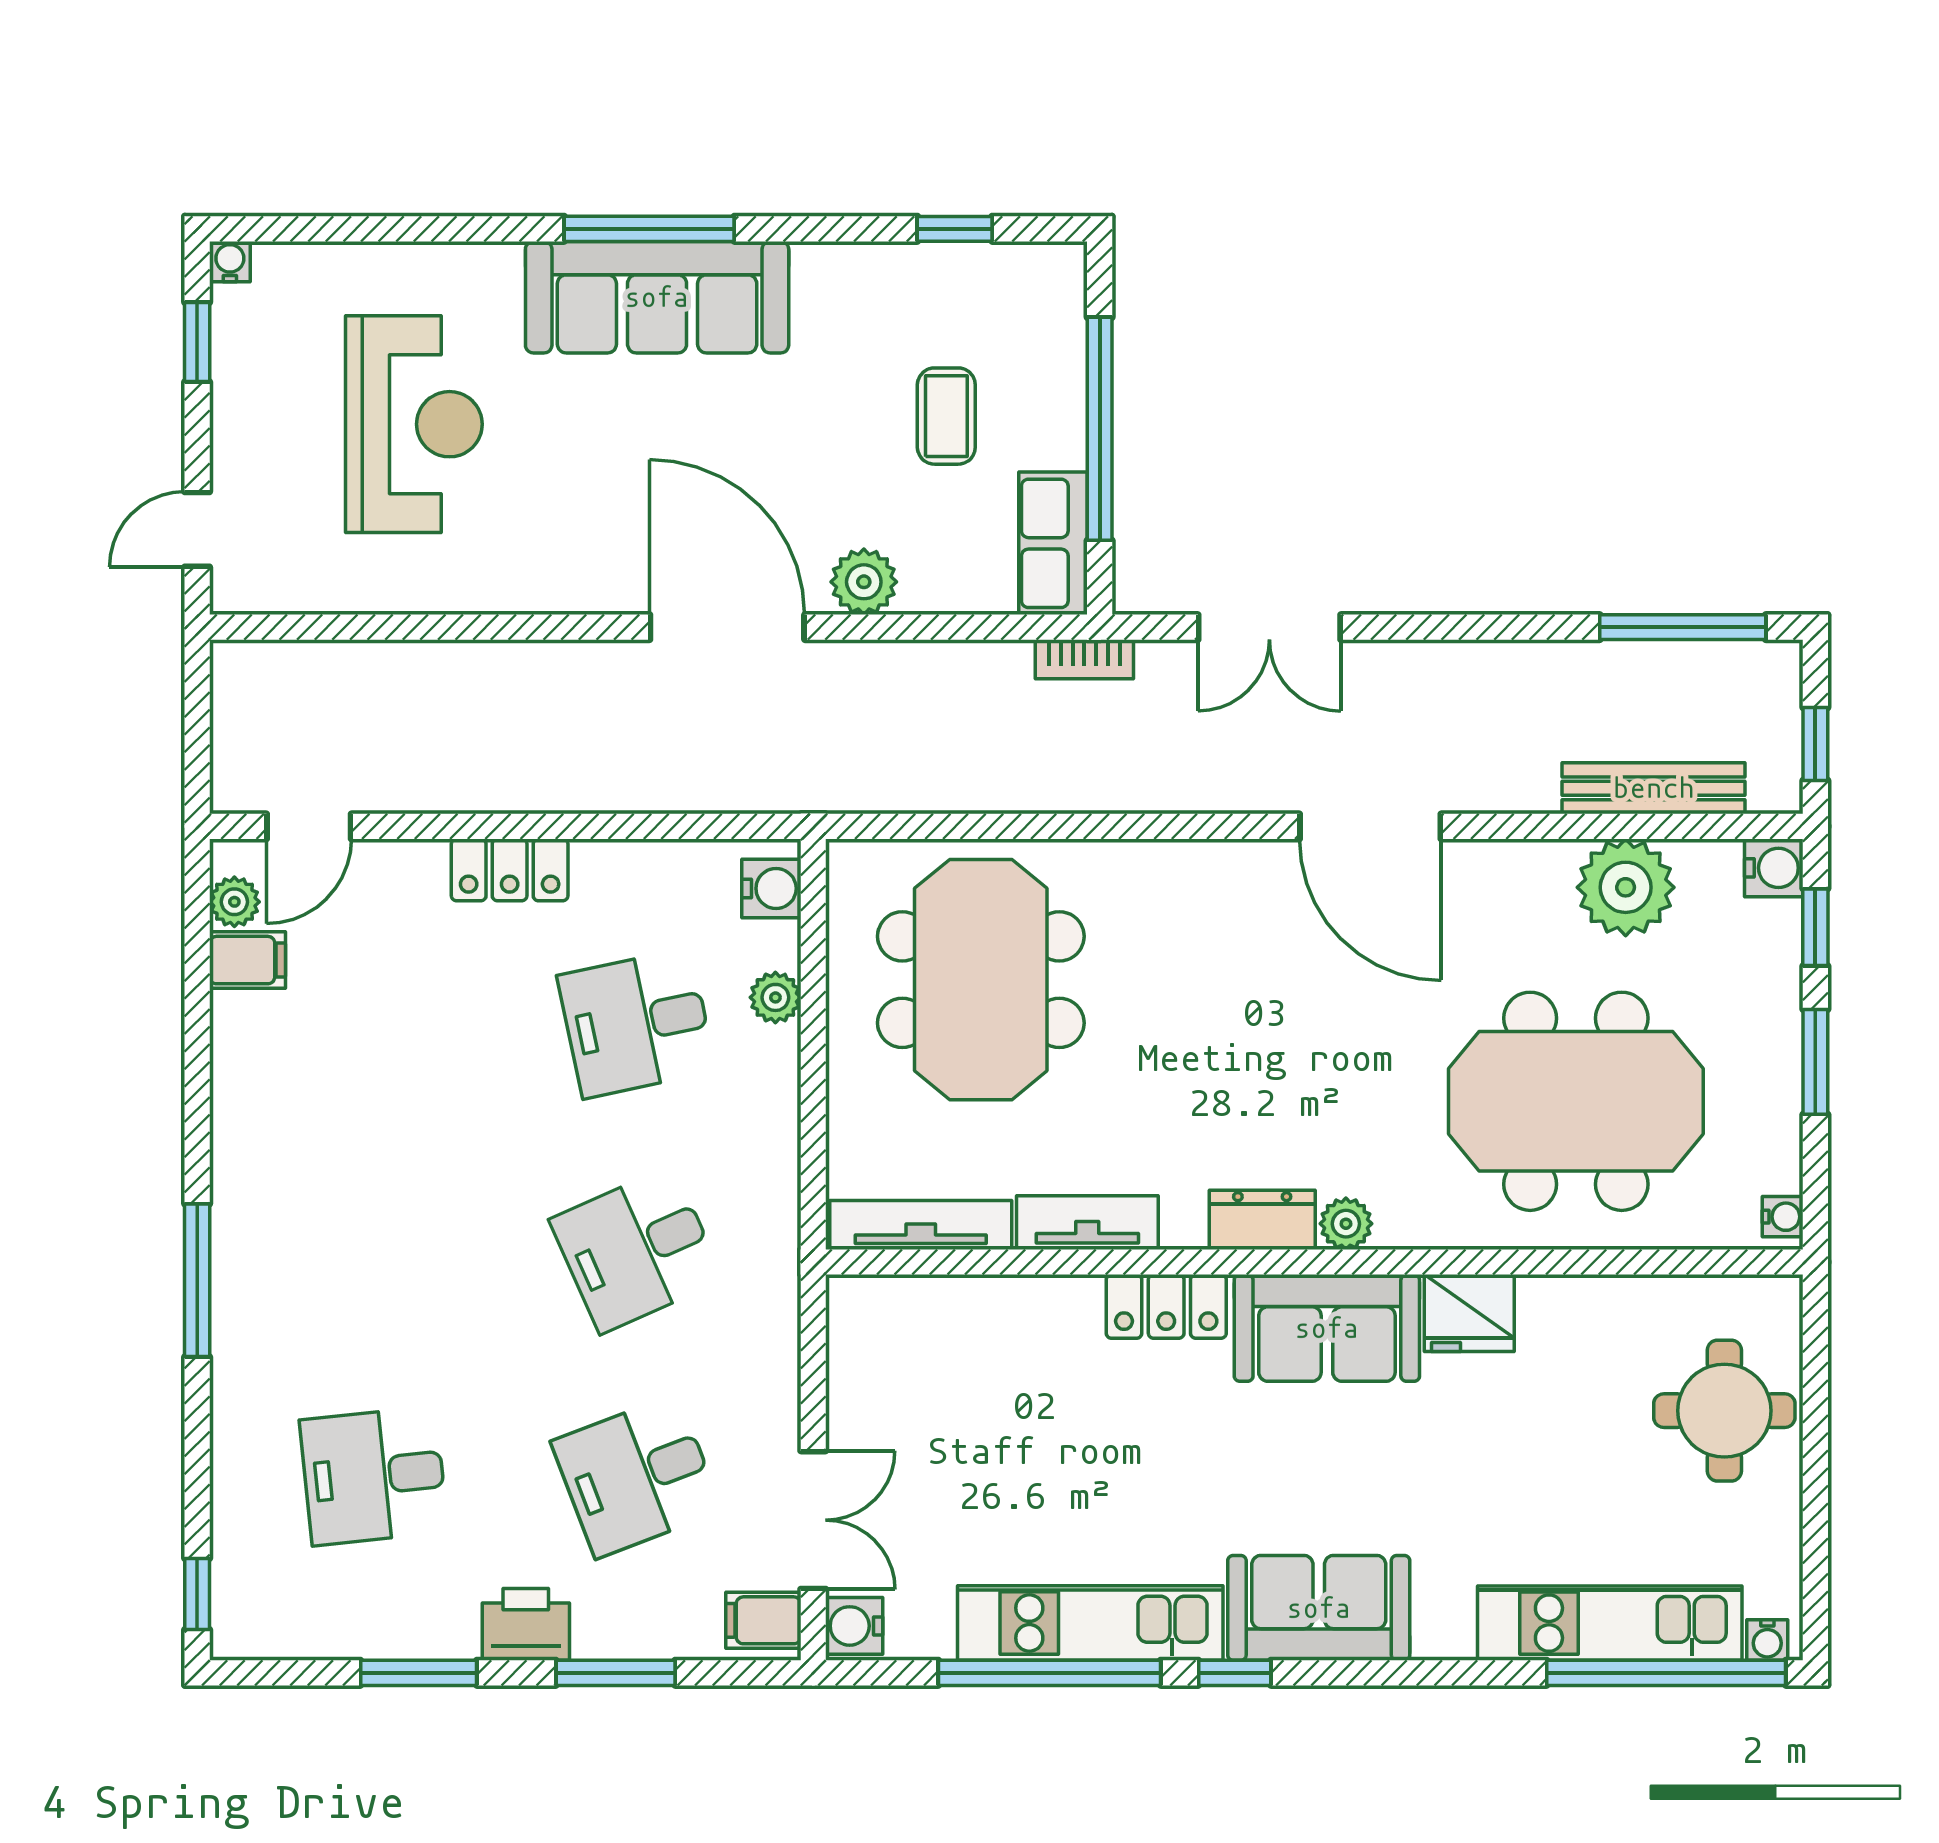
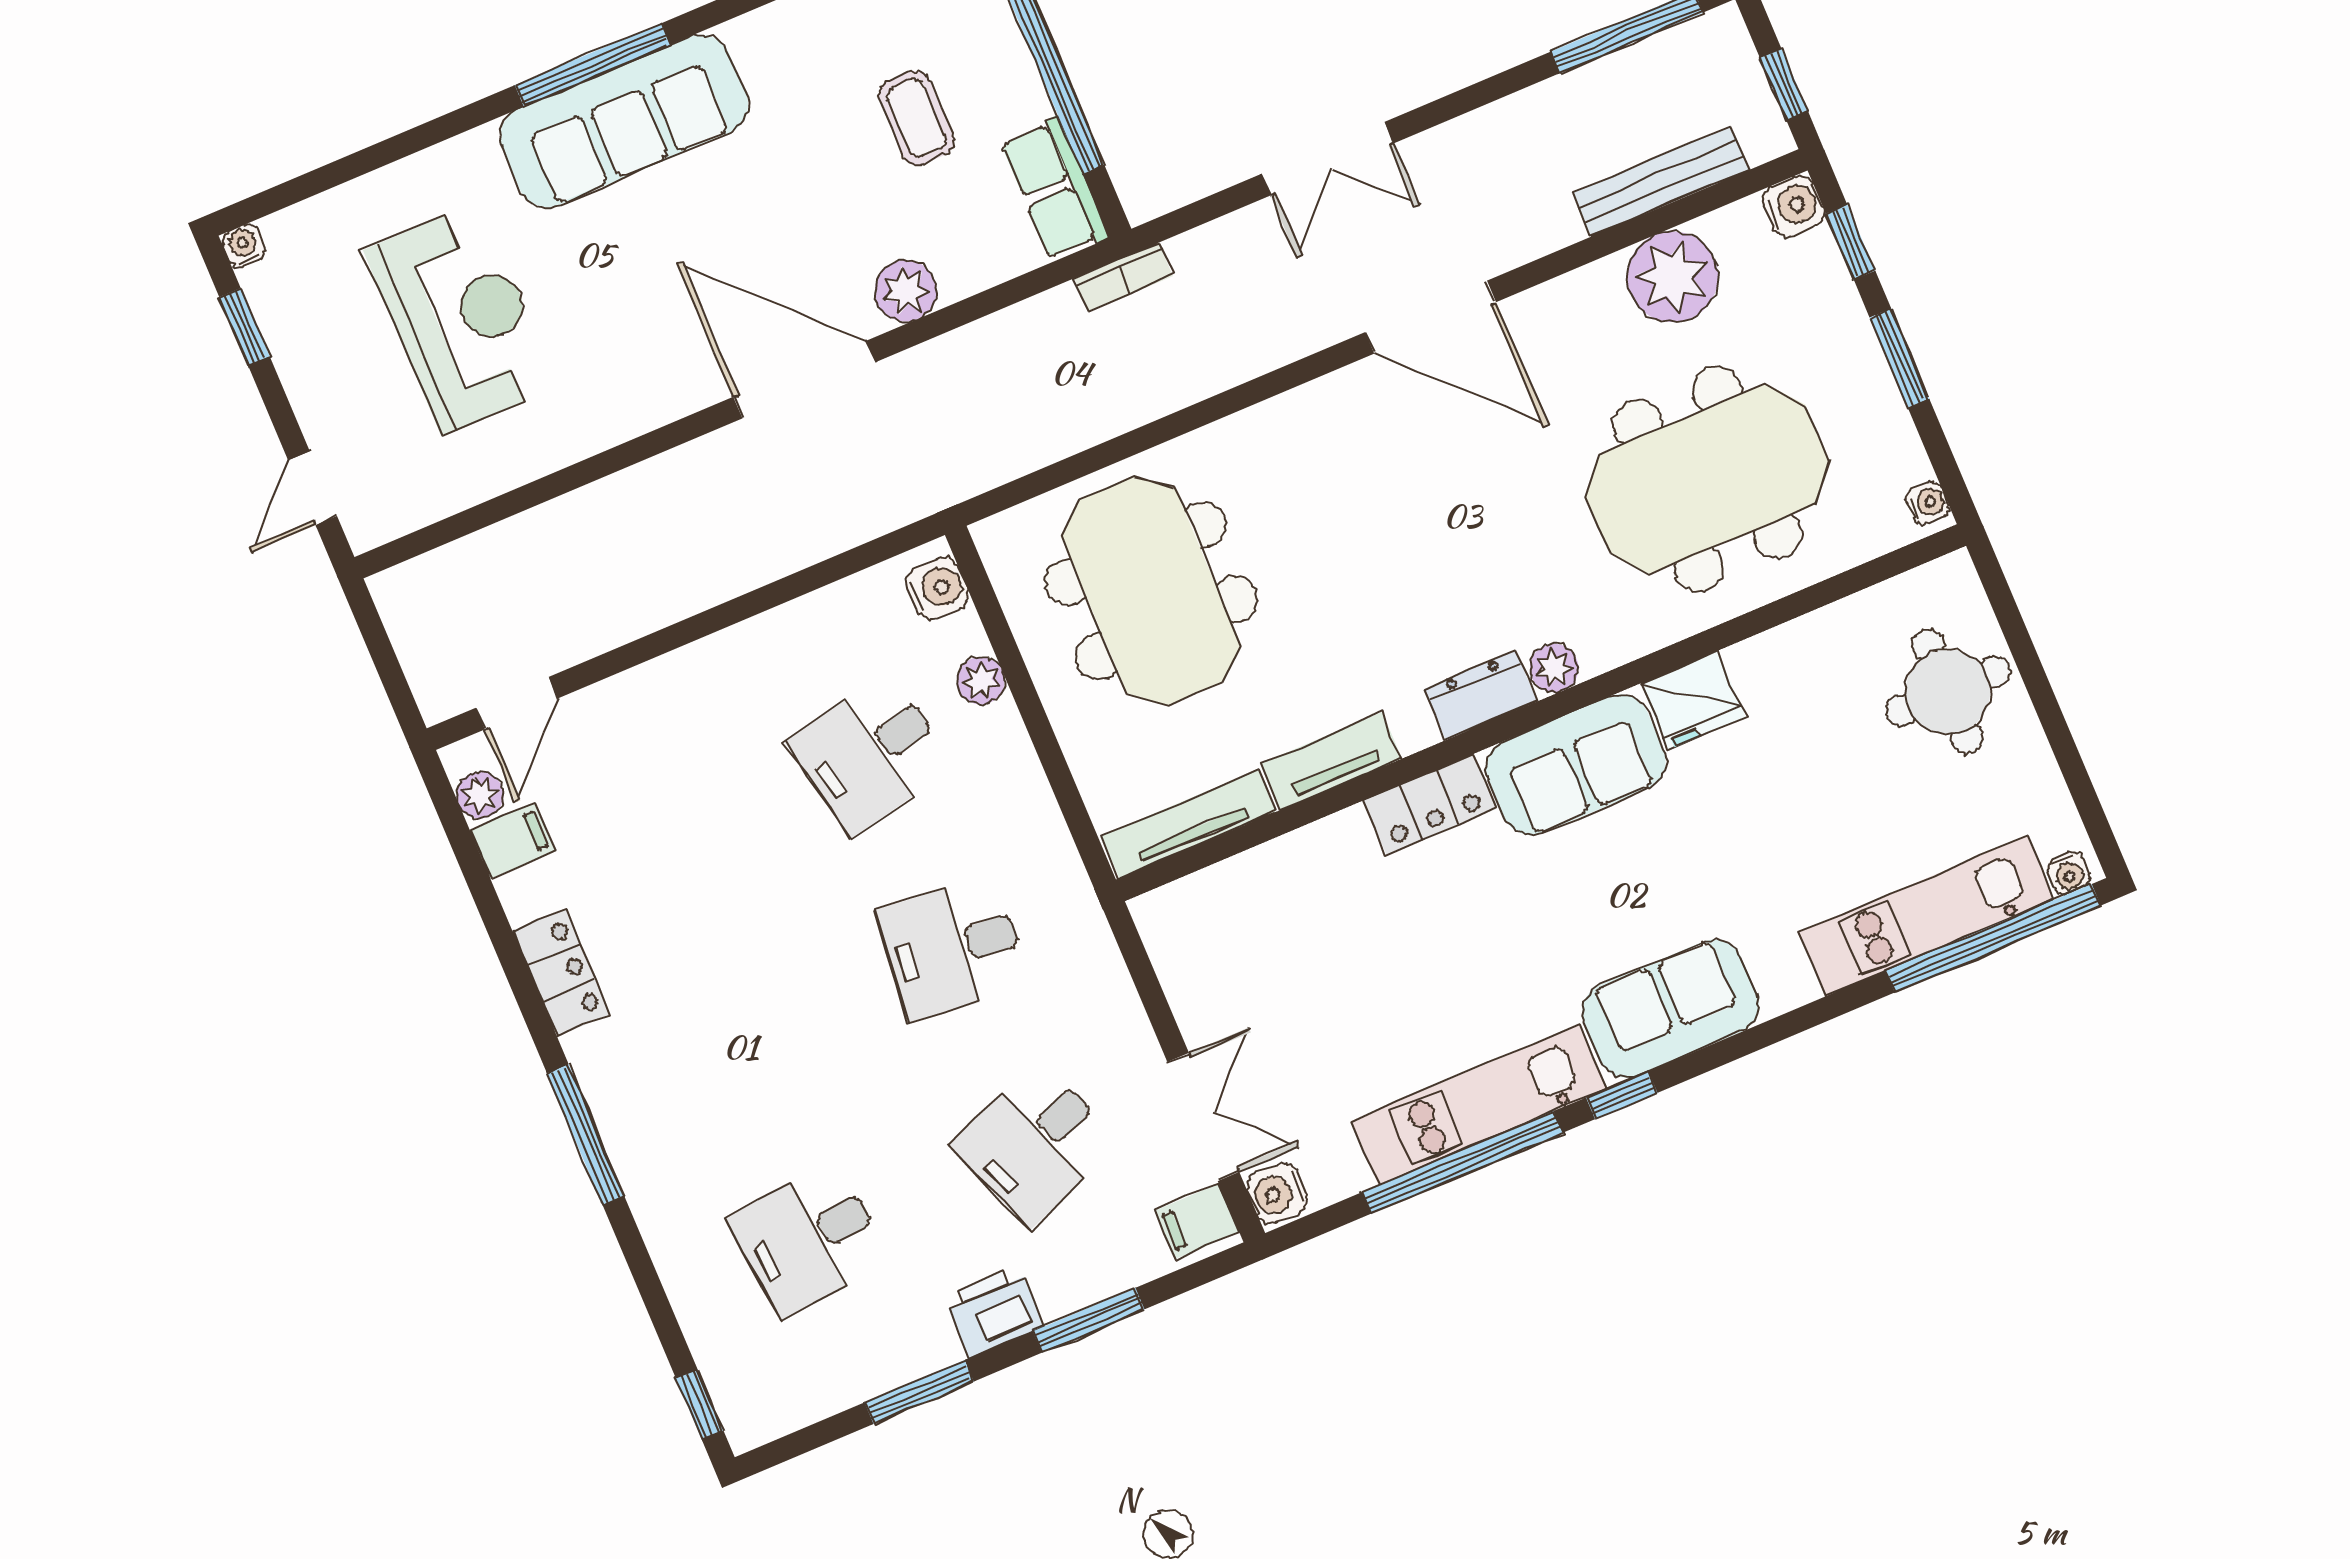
double door: (1269, 627) -> (1328, 159), moved
locker: (510, 870) -> (561, 973), moved, turned -90
desk: (637, 1250) -> (953, 948), turned 30

